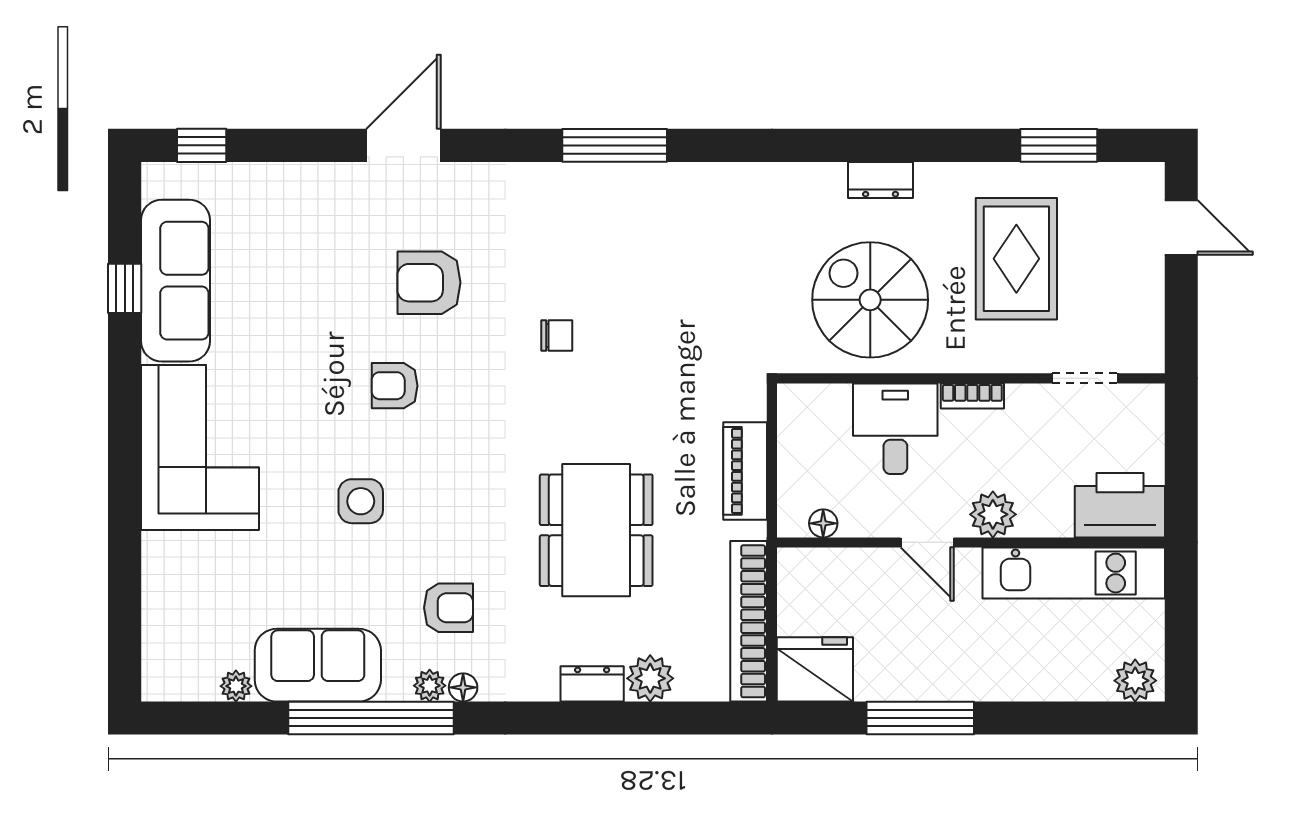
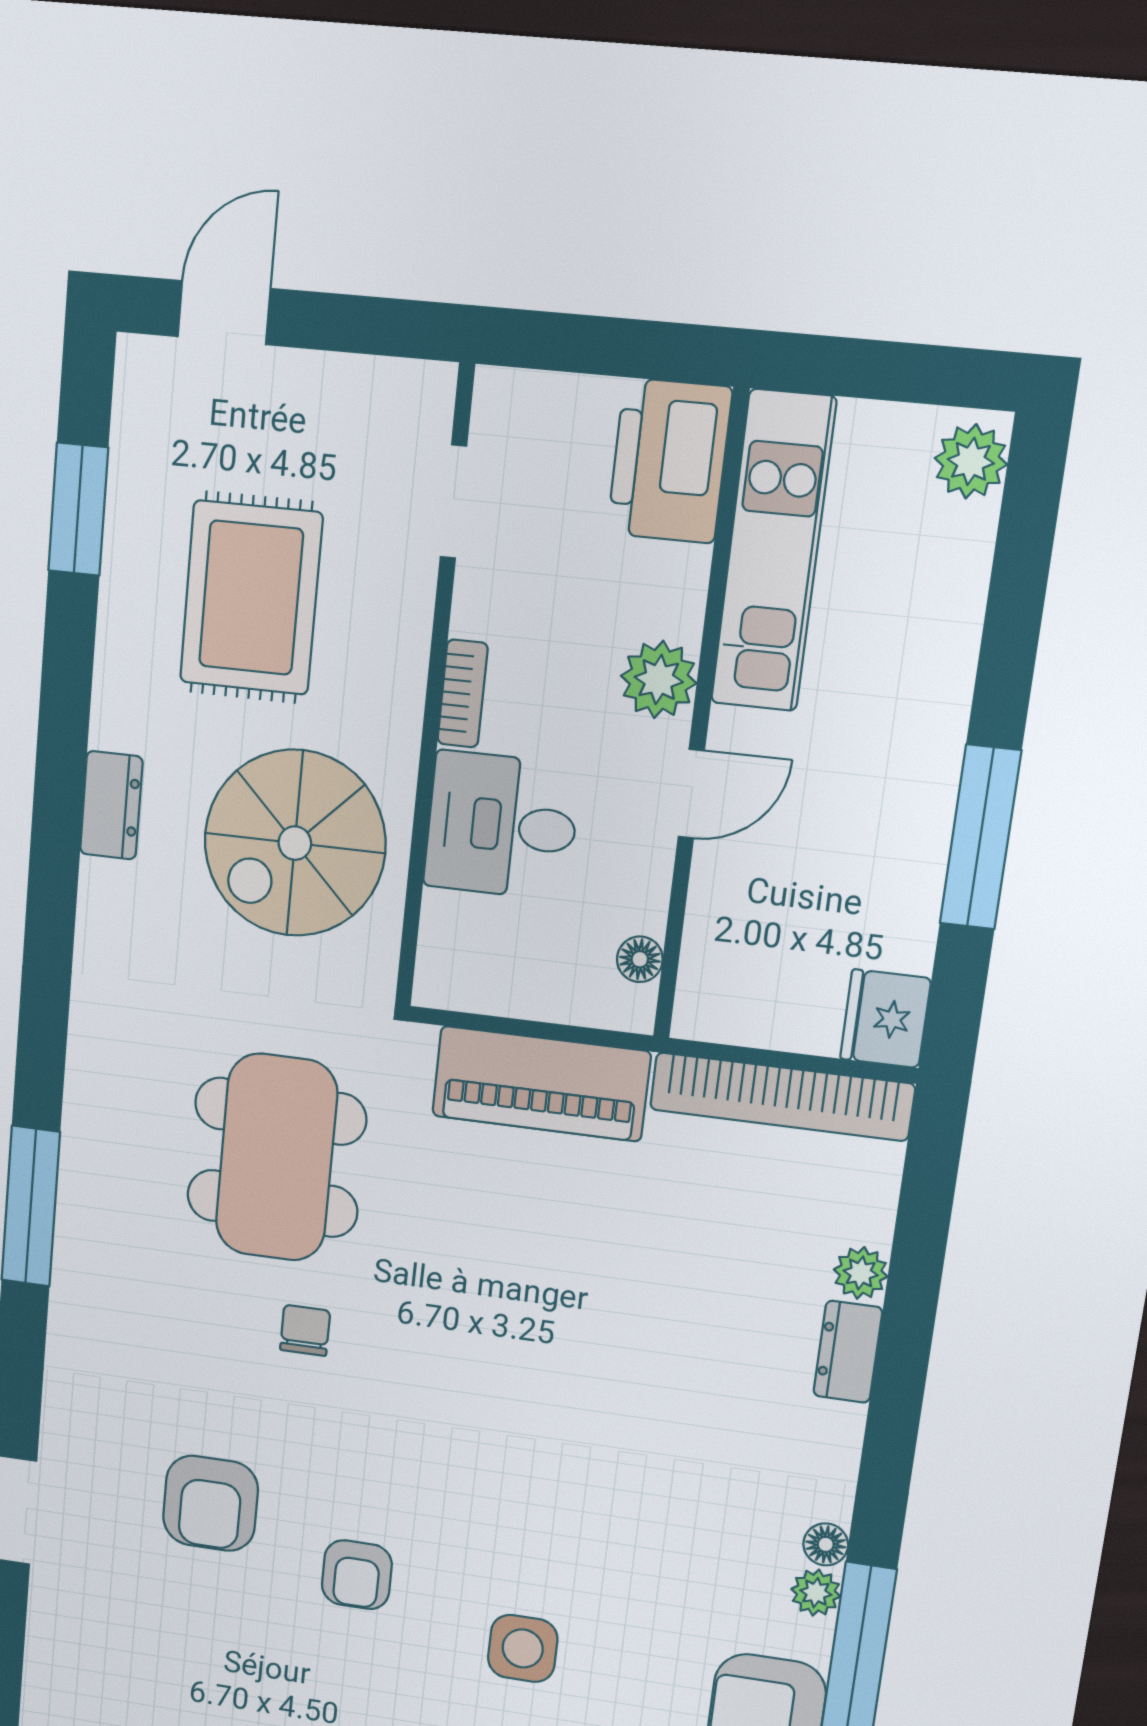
rug: (1016, 259) -> (251, 598), turned 90
piano: (745, 471) -> (541, 1084), width x1.37, depth x1.33
dining table: (596, 530) -> (276, 1158), moved, turned 90
armchair: (448, 608) -> (700, 1547), removed
fridge: (815, 669) -> (885, 1019), width x0.73, depth x0.75
plant: (650, 678) -> (861, 1273), width x0.73, depth x0.73

